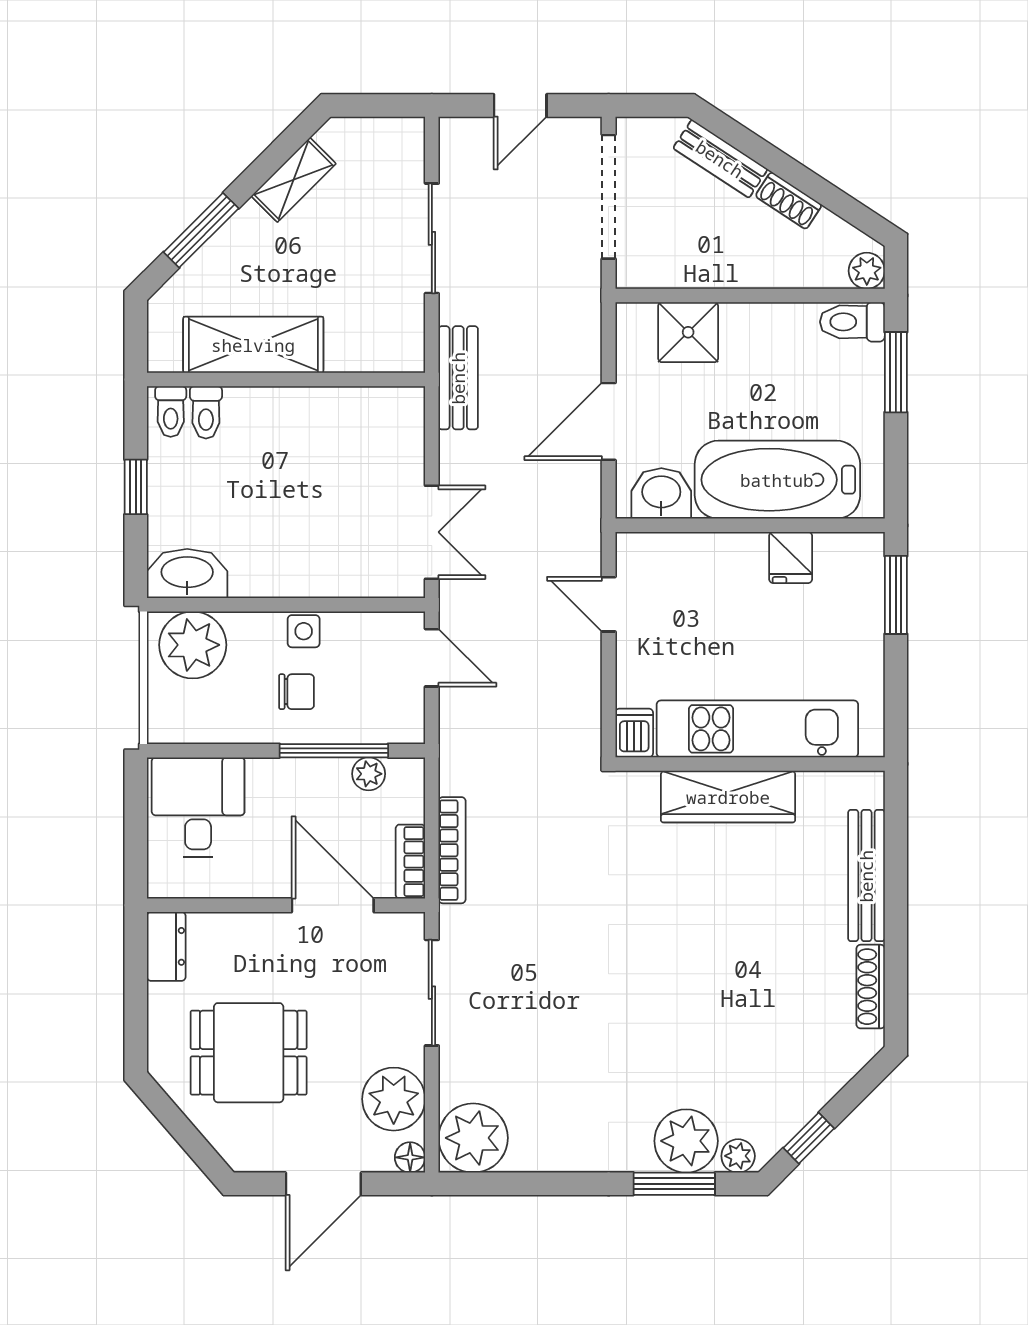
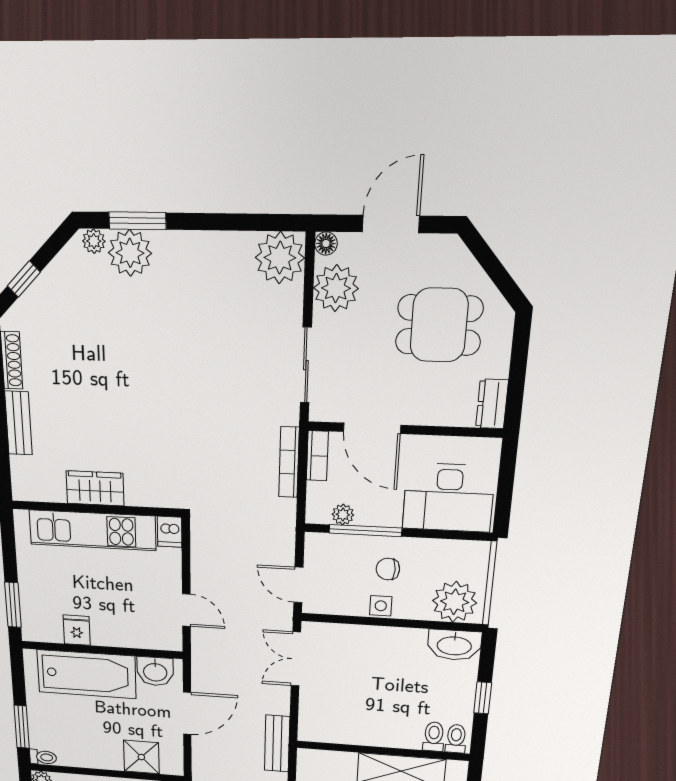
toilet: (852, 322) -> (43, 757), width x0.73, depth x0.72
wardrobe: (728, 797) -> (95, 488), width x0.67
desk: (198, 807) -> (448, 498), width x1.37
bench: (866, 876) -> (18, 423), width x0.73
window: (809, 1138) -> (24, 279), moved

